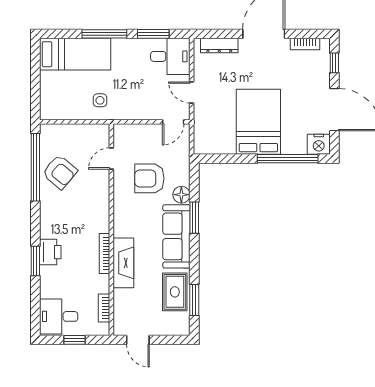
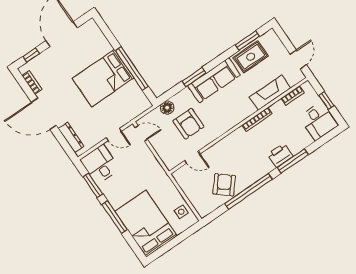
bed: (75, 54) -> (146, 224), width x1.50
door: (192, 92) -> (114, 134), hinge flipped
side table: (100, 100) -> (181, 212), moved
nightstand: (319, 144) -> (91, 29), removed
window: (288, 159) -> (132, 68), moved
window: (35, 167) -> (248, 191), moved
floor lamp: (181, 195) -> (167, 108), moved
window: (35, 261) -> (293, 161), width x1.44
fireplace: (123, 263) -> (270, 93), moved

